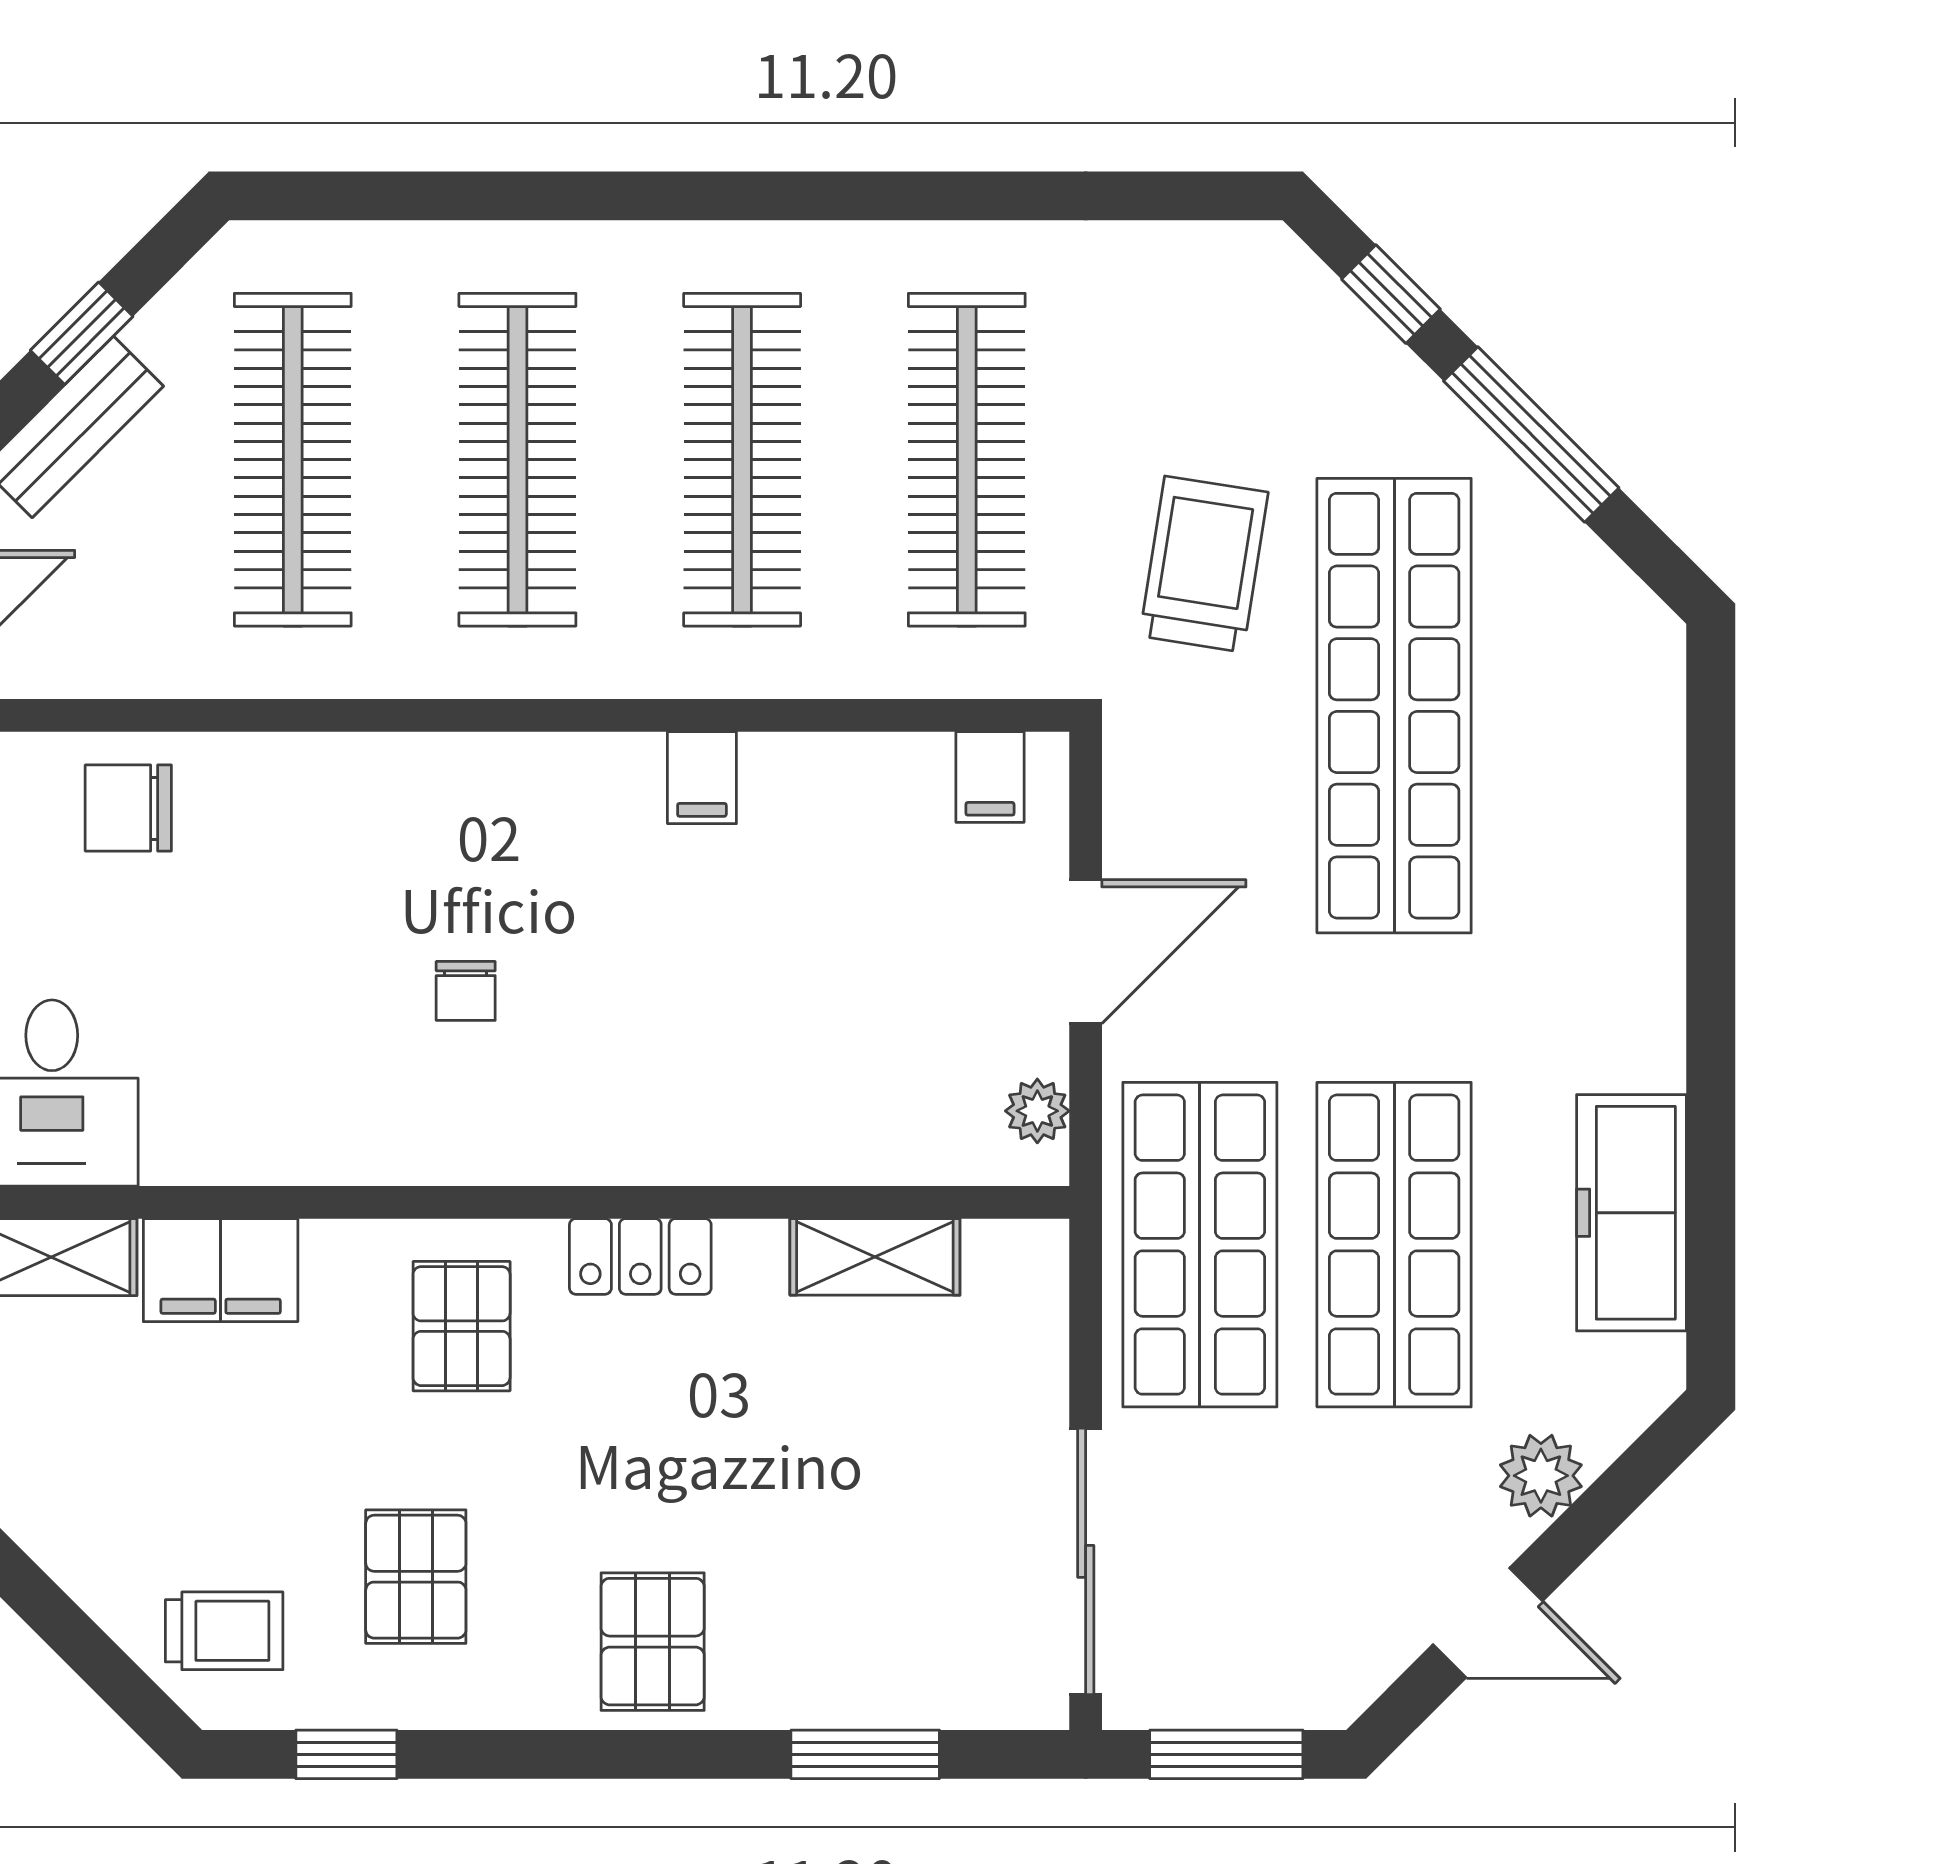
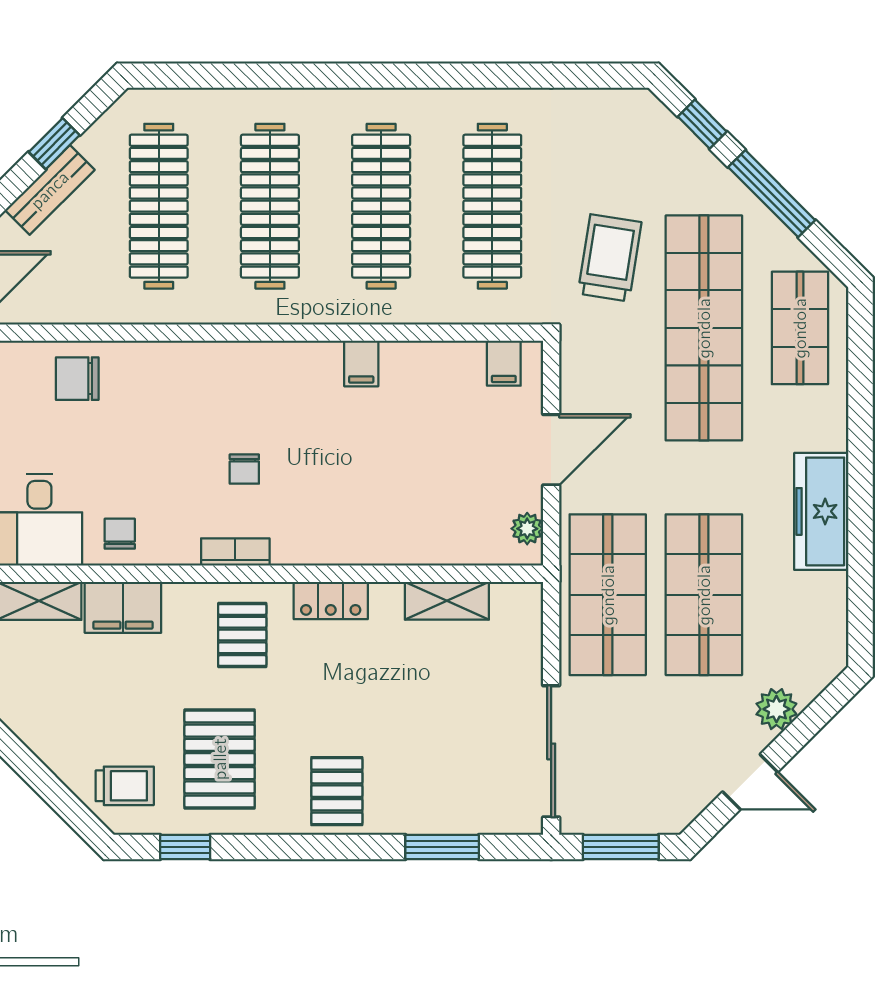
shop shelf: (1588, 706) -> (800, 328), added
chair: (214, 1121) -> (120, 534), added
bookcase: (448, 1158) -> (235, 552), added
freezer: (1631, 1213) -> (821, 511), moved
pallet: (416, 1577) -> (220, 759), width x1.50, depth x1.42

